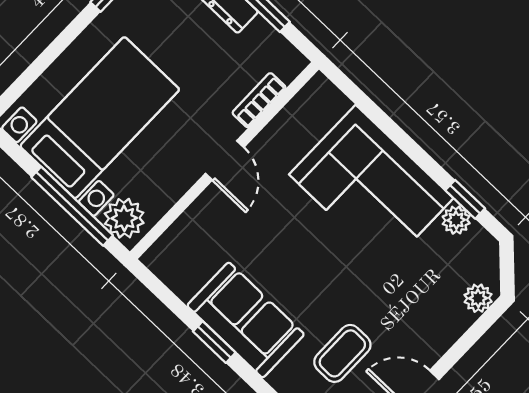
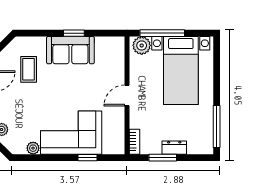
bookcase: (259, 100) -> (134, 142), moved
door: (225, 160) -> (127, 96), hinge flipped
window: (465, 199) -> (87, 158), moved

